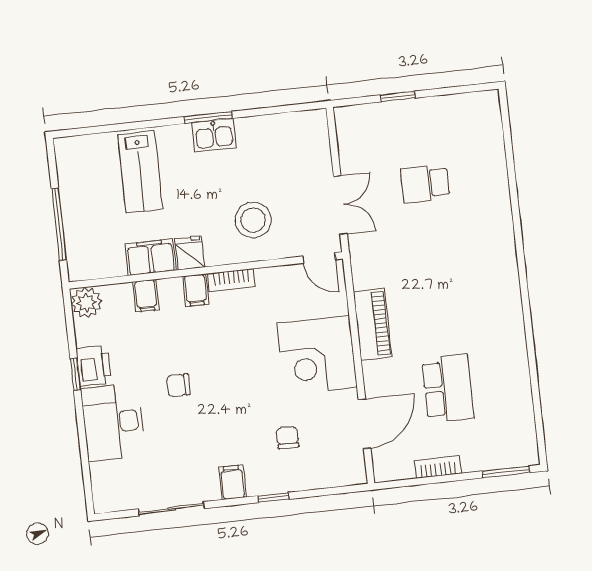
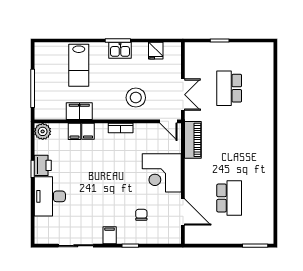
school desk: (425, 183) -> (229, 88), width x1.85
fridge: (190, 253) -> (156, 51), moved, turned 180
filing cabinet: (196, 290) -> (88, 131), moved
piano: (372, 324) -> (193, 140), moved
chair: (178, 385) -> (87, 181), removed
door: (365, 424) -> (183, 212), hinge flipped
bookcase: (438, 467) -> (219, 239), removed

